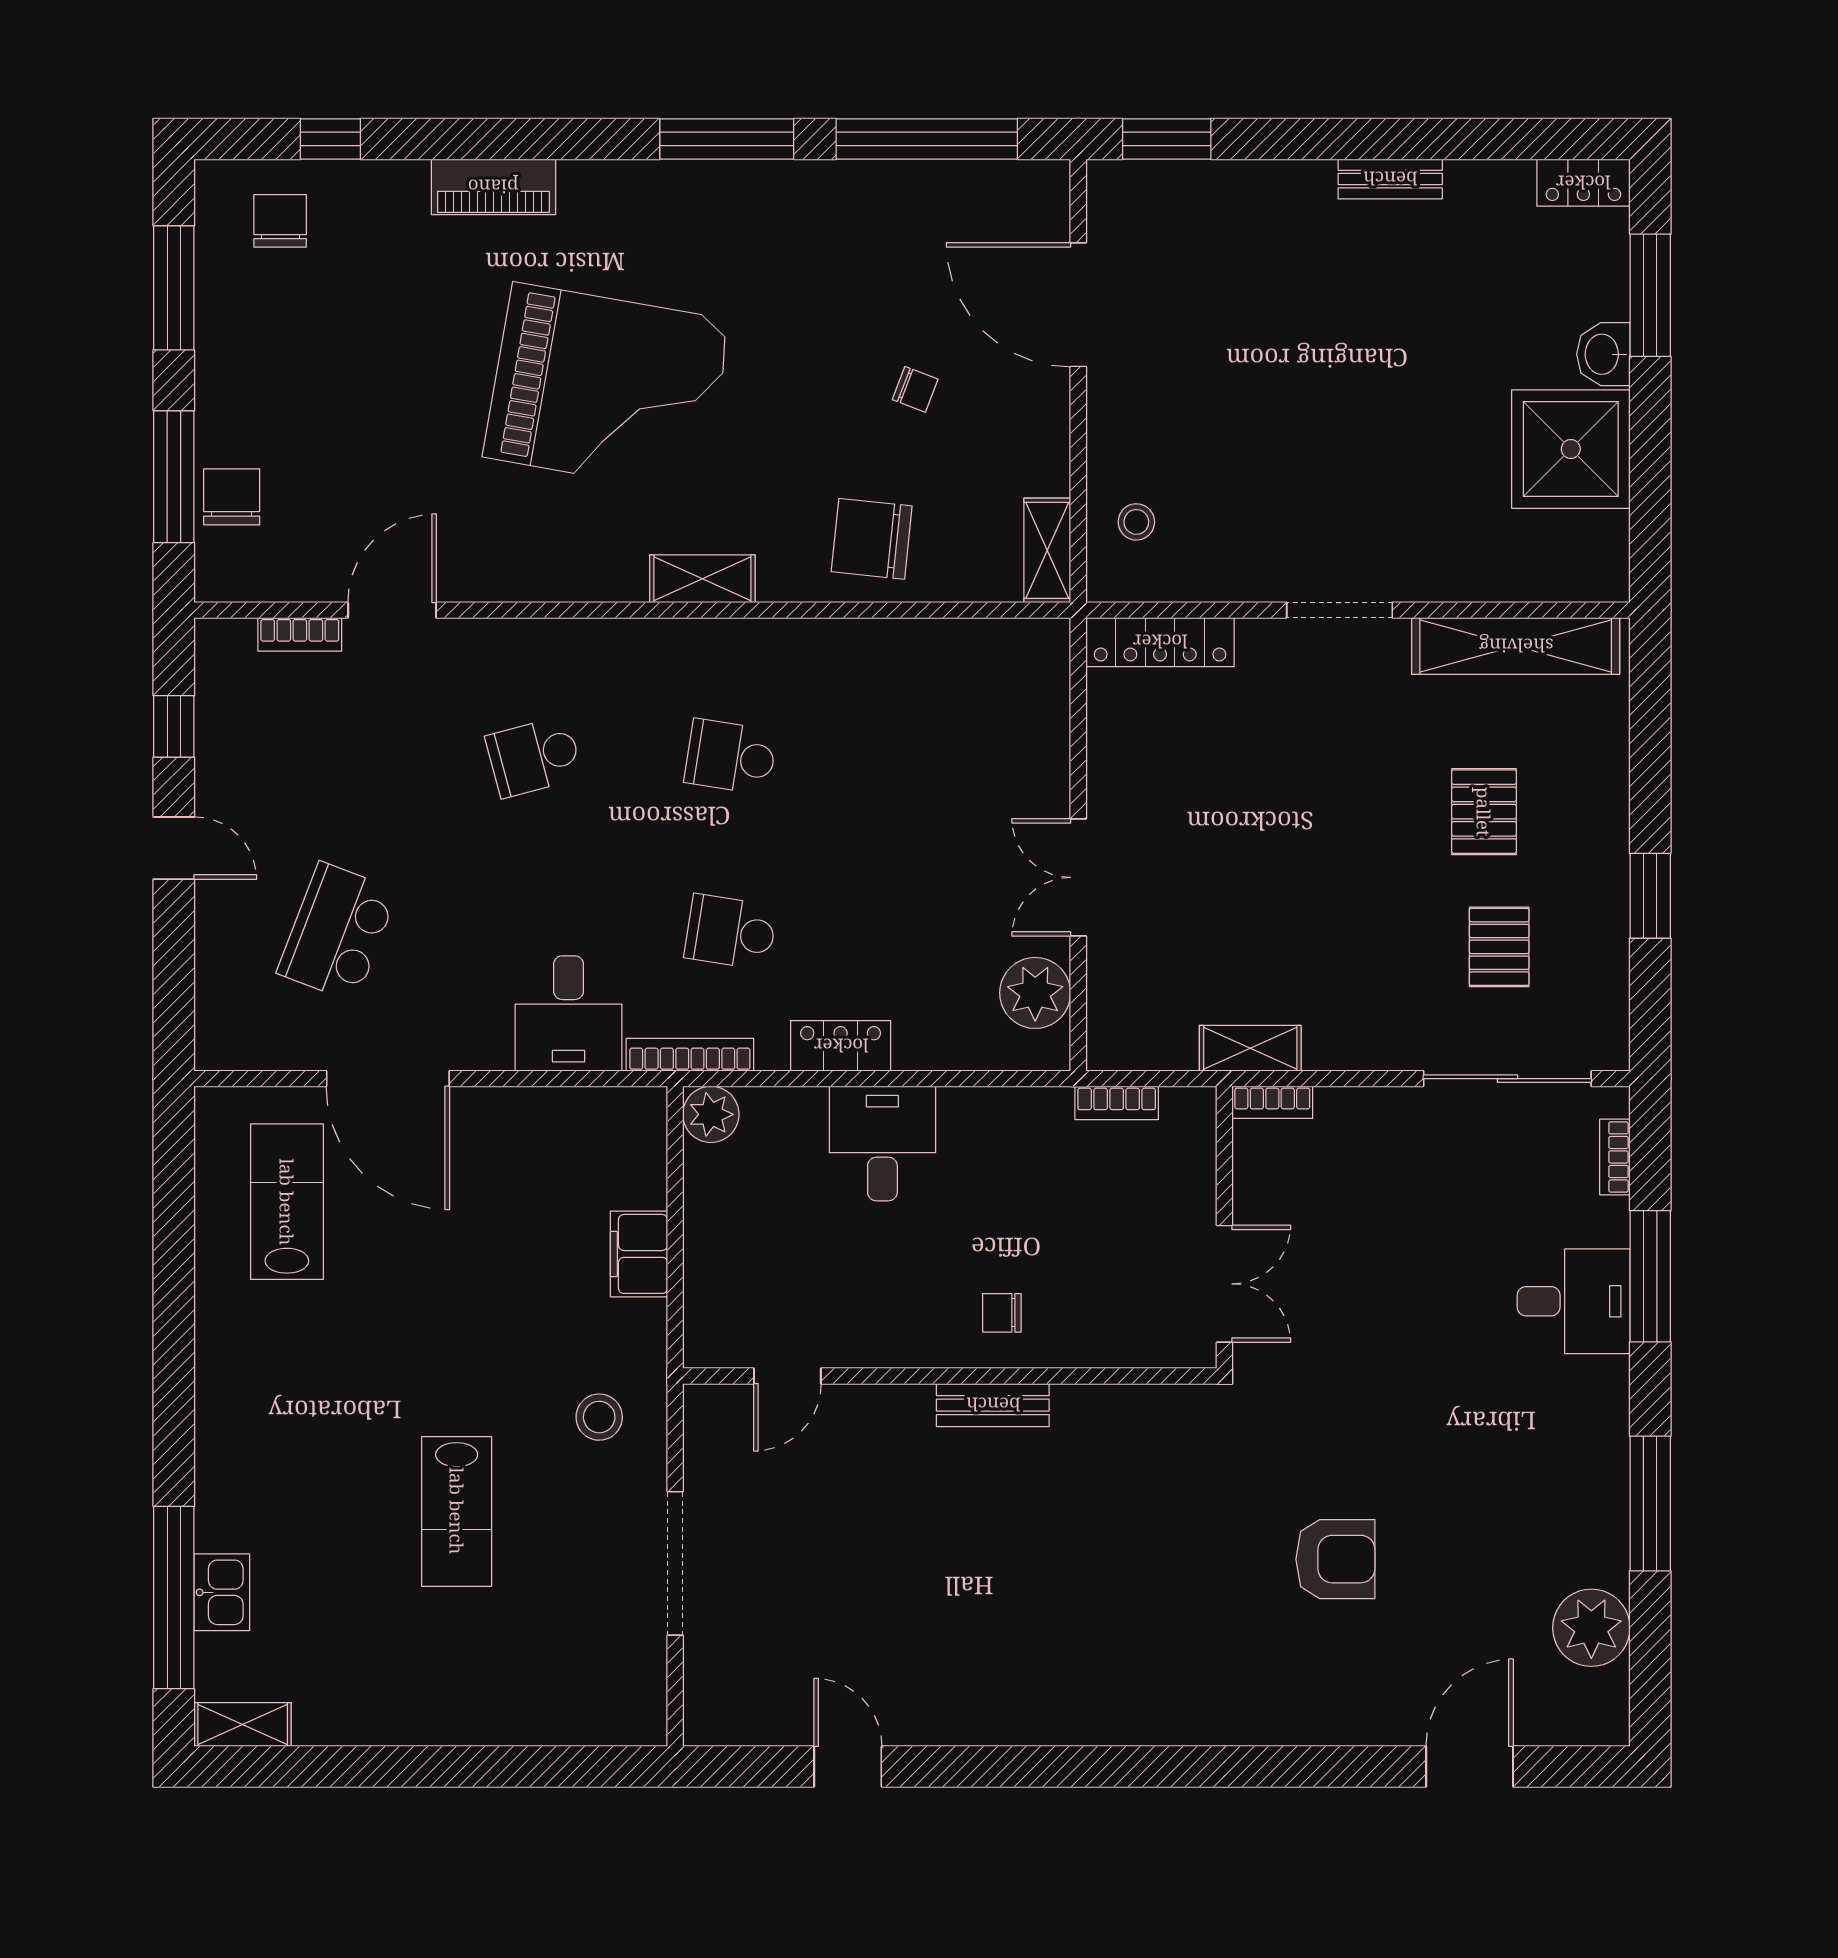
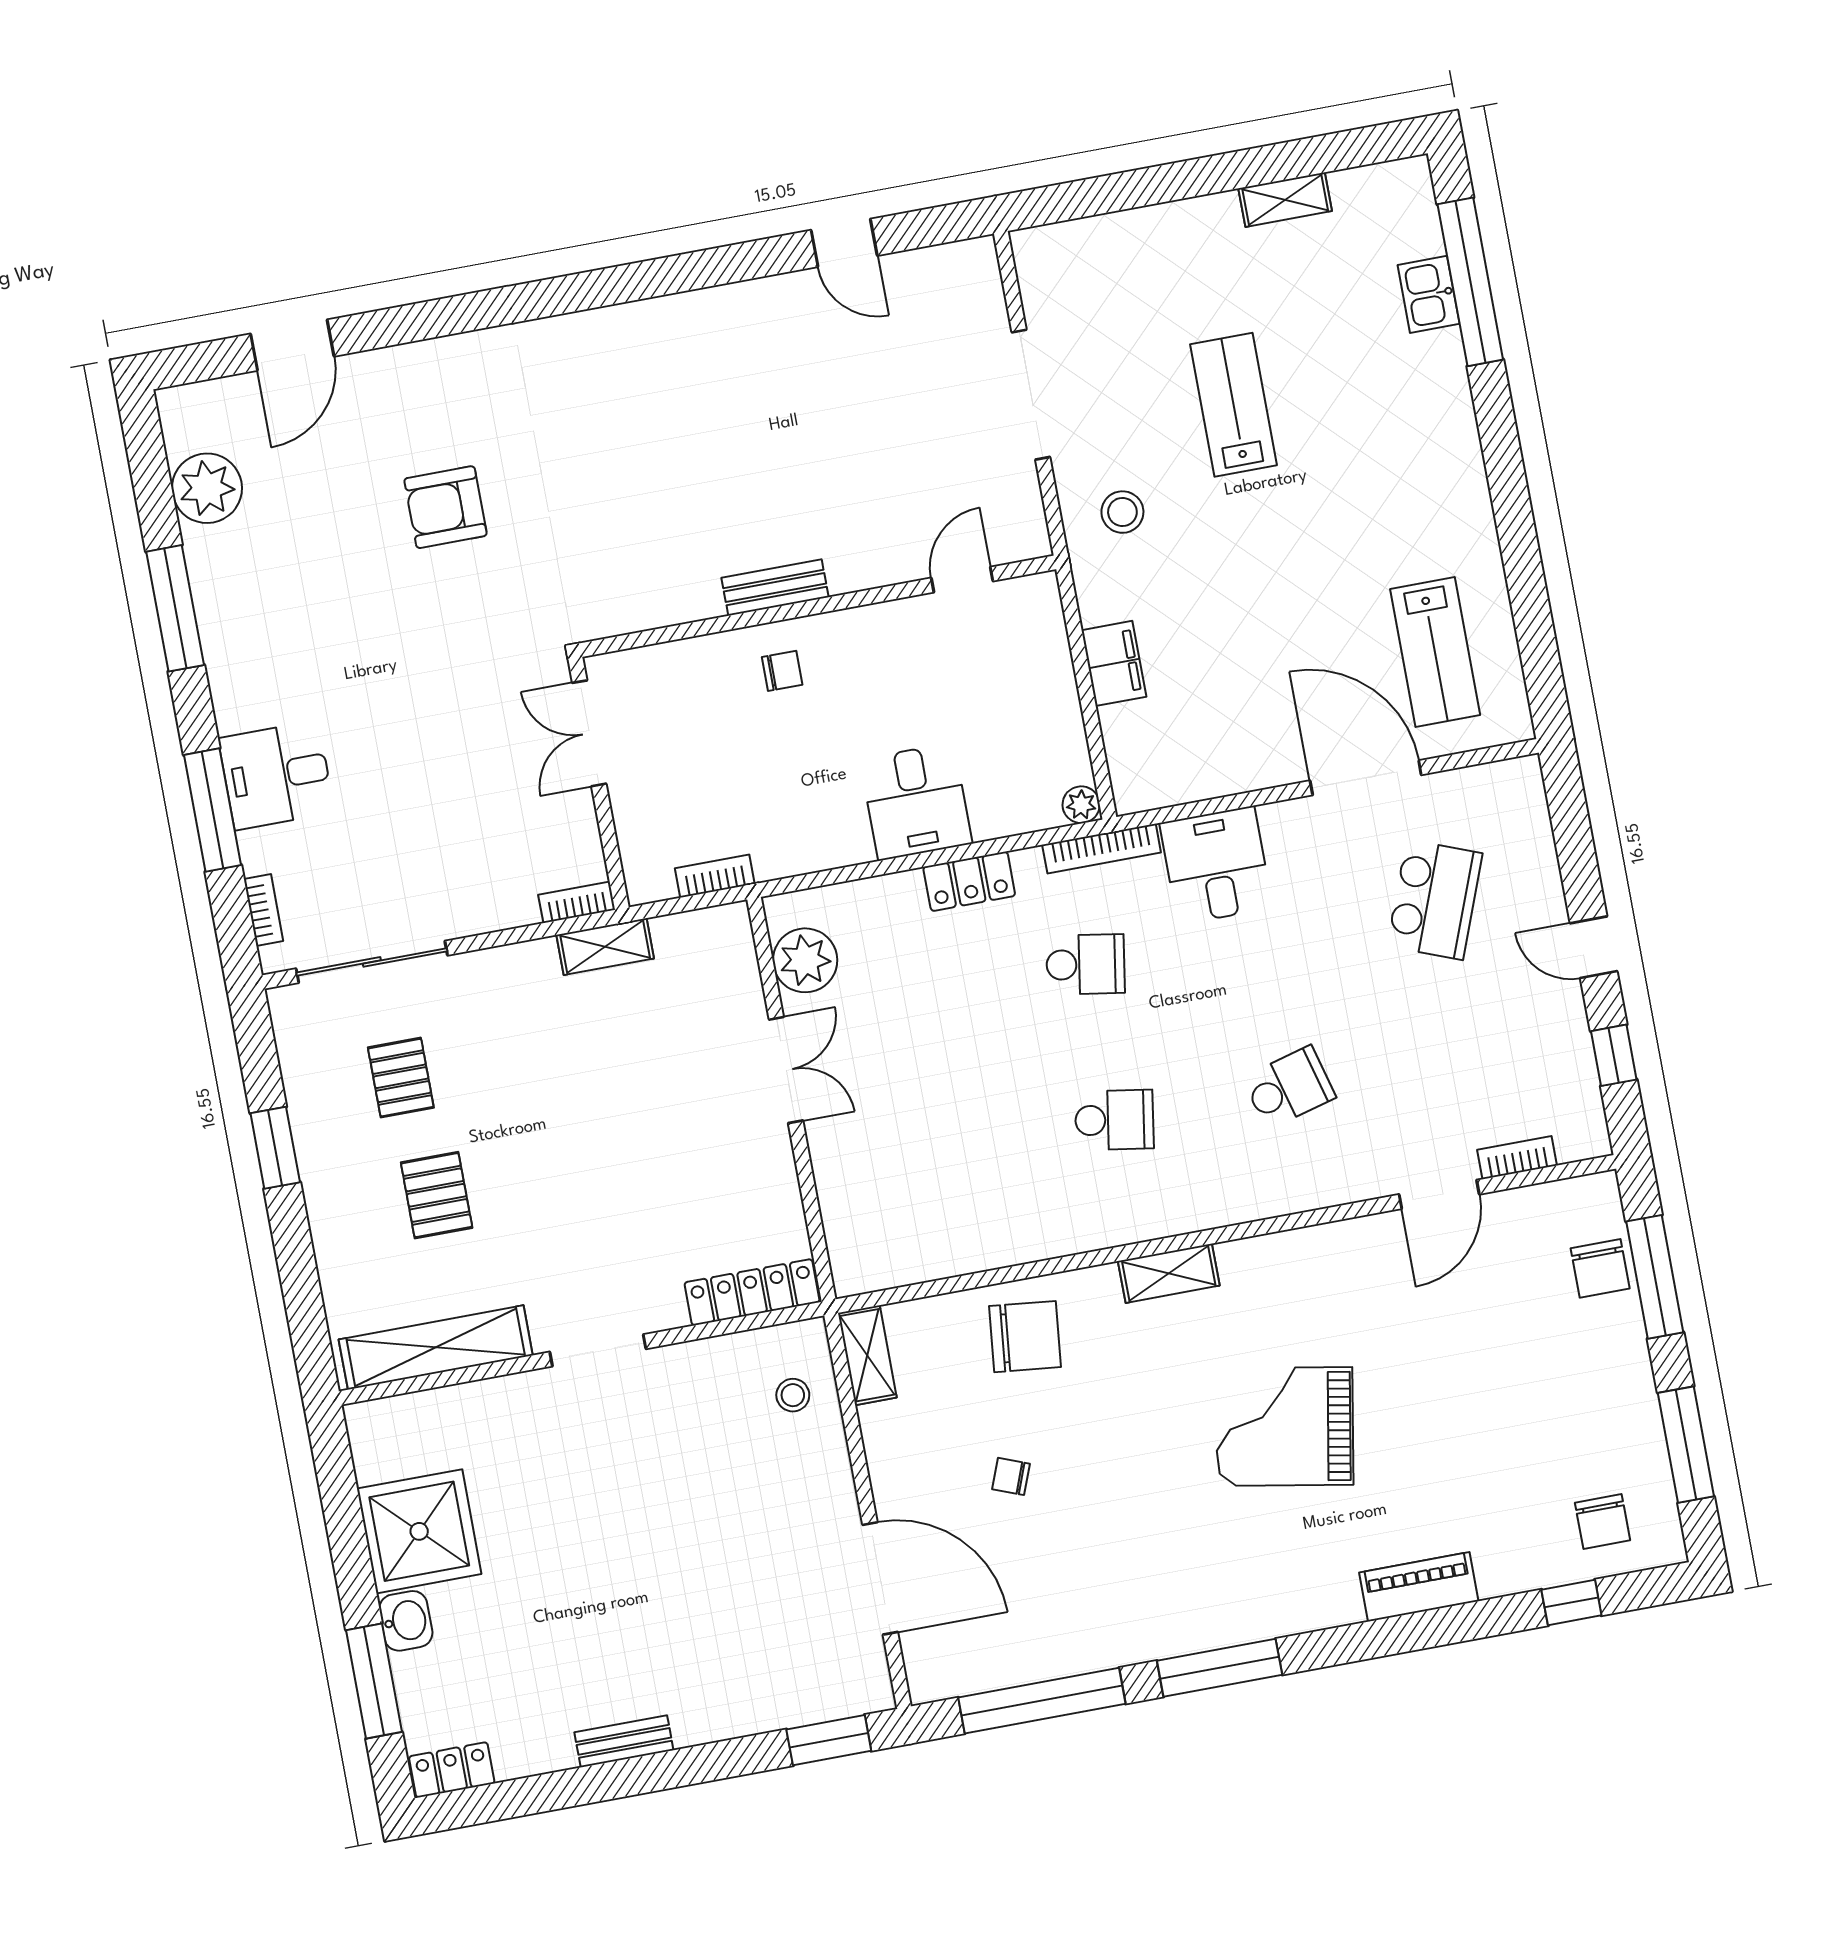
grand piano: (607, 389) -> (1285, 1426), width x0.73, depth x0.68
plant: (711, 1114) -> (1081, 805), width x0.73, depth x0.73
shelving: (243, 1724) -> (1285, 200), moved

